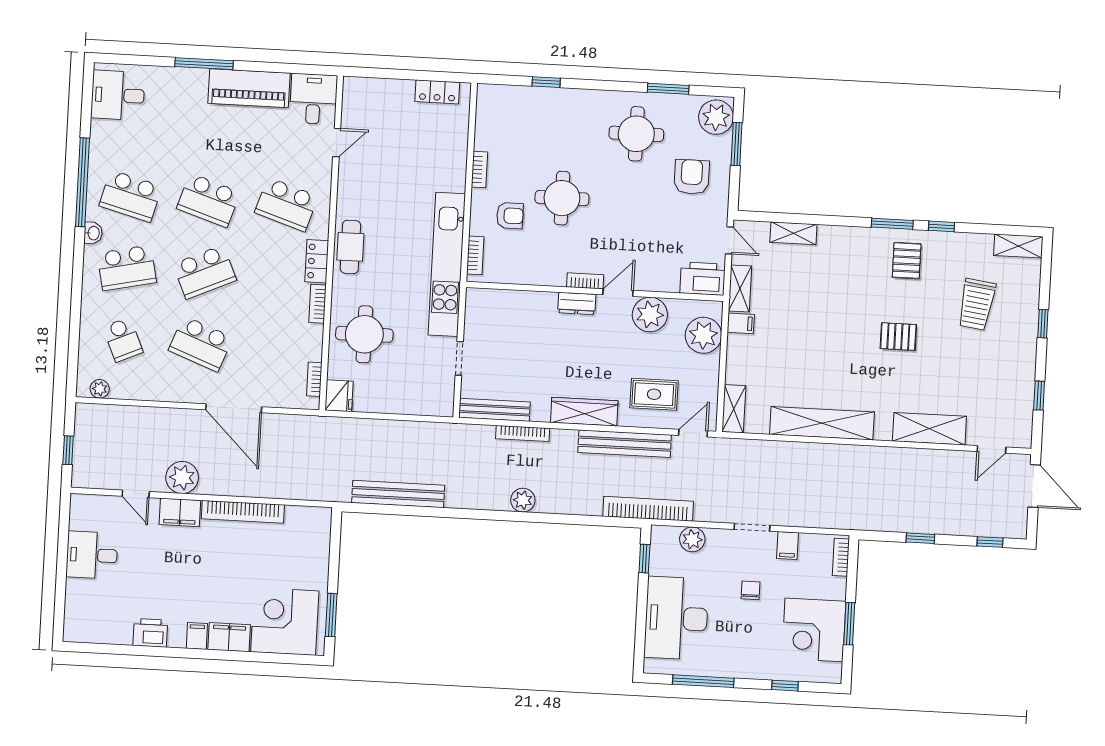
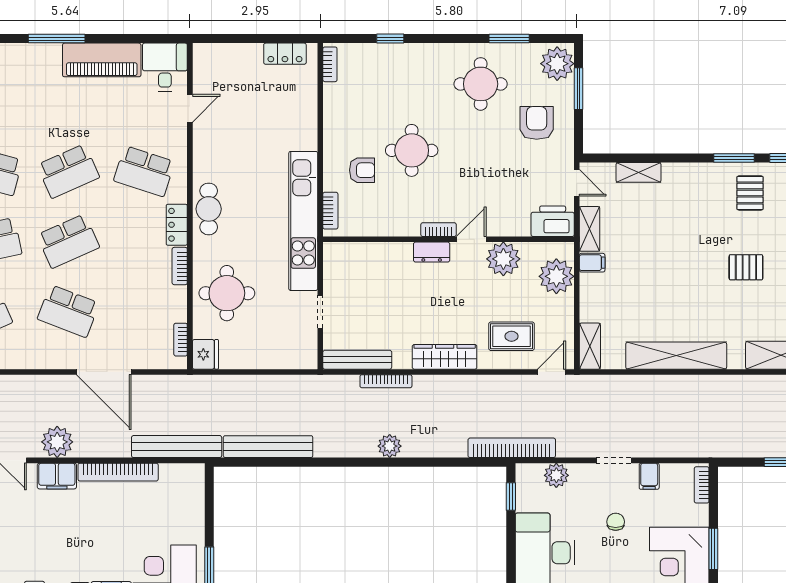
bookcase: (479, 169) -> (330, 64), moved
school desk: (208, 200) -> (68, 171), turned -42
bench: (625, 444) -> (177, 447), moved

